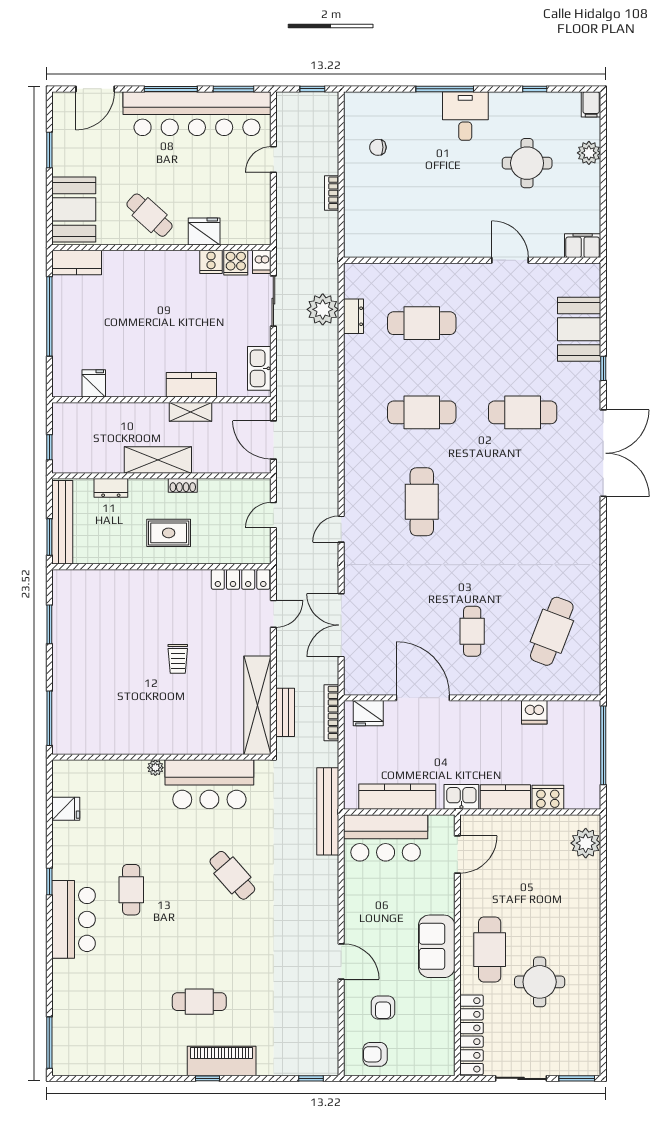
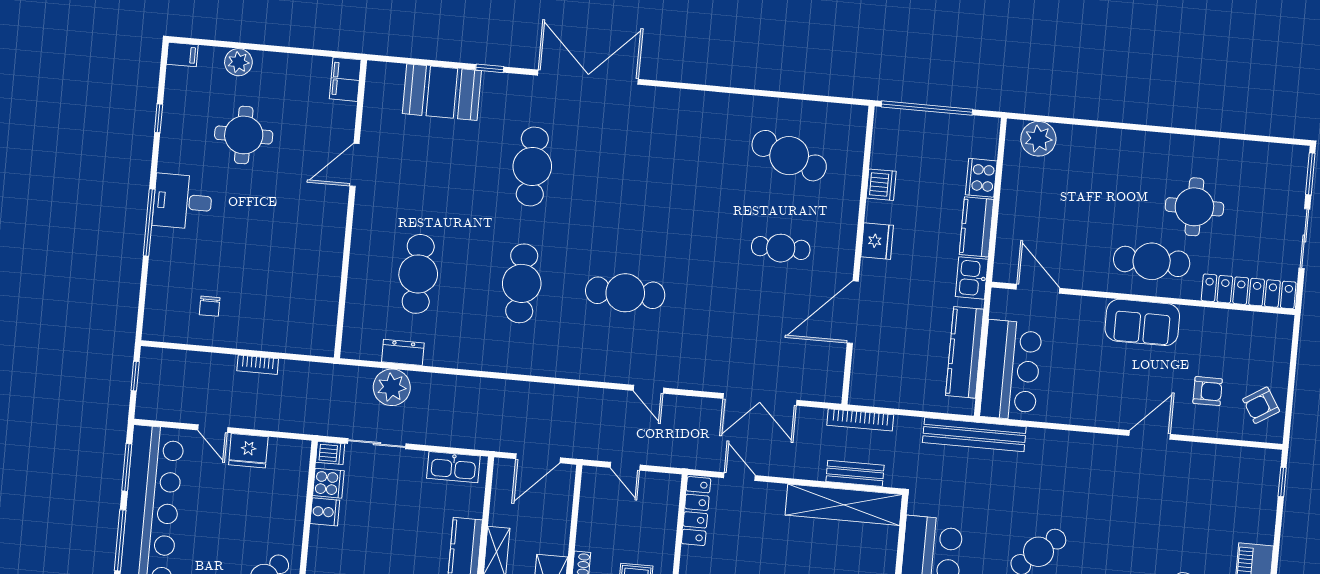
fridge: (204, 231) -> (248, 451), moved, turned -90
fridge: (368, 713) -> (877, 241), moved
armchair: (375, 1054) -> (1261, 405), turned 58

